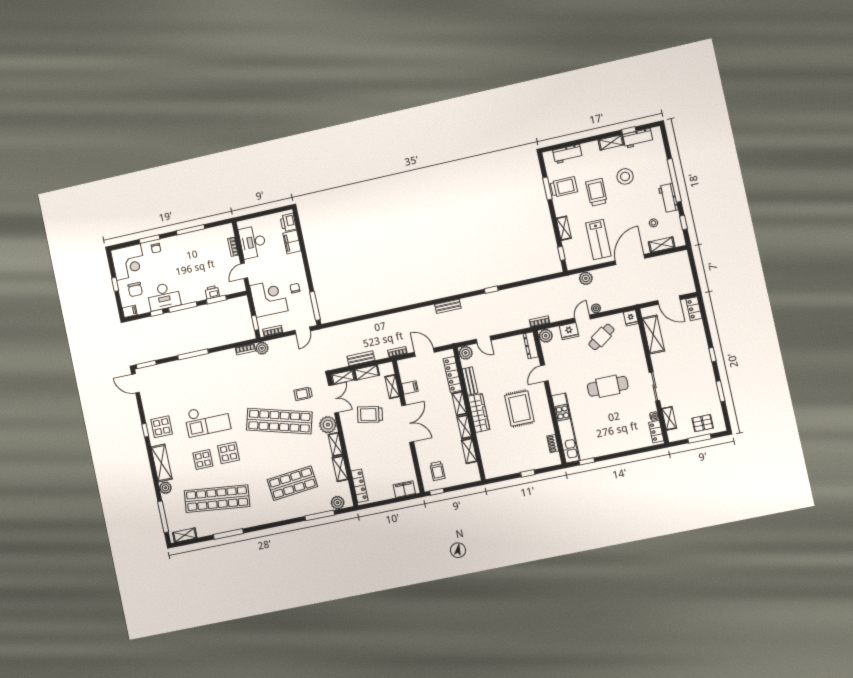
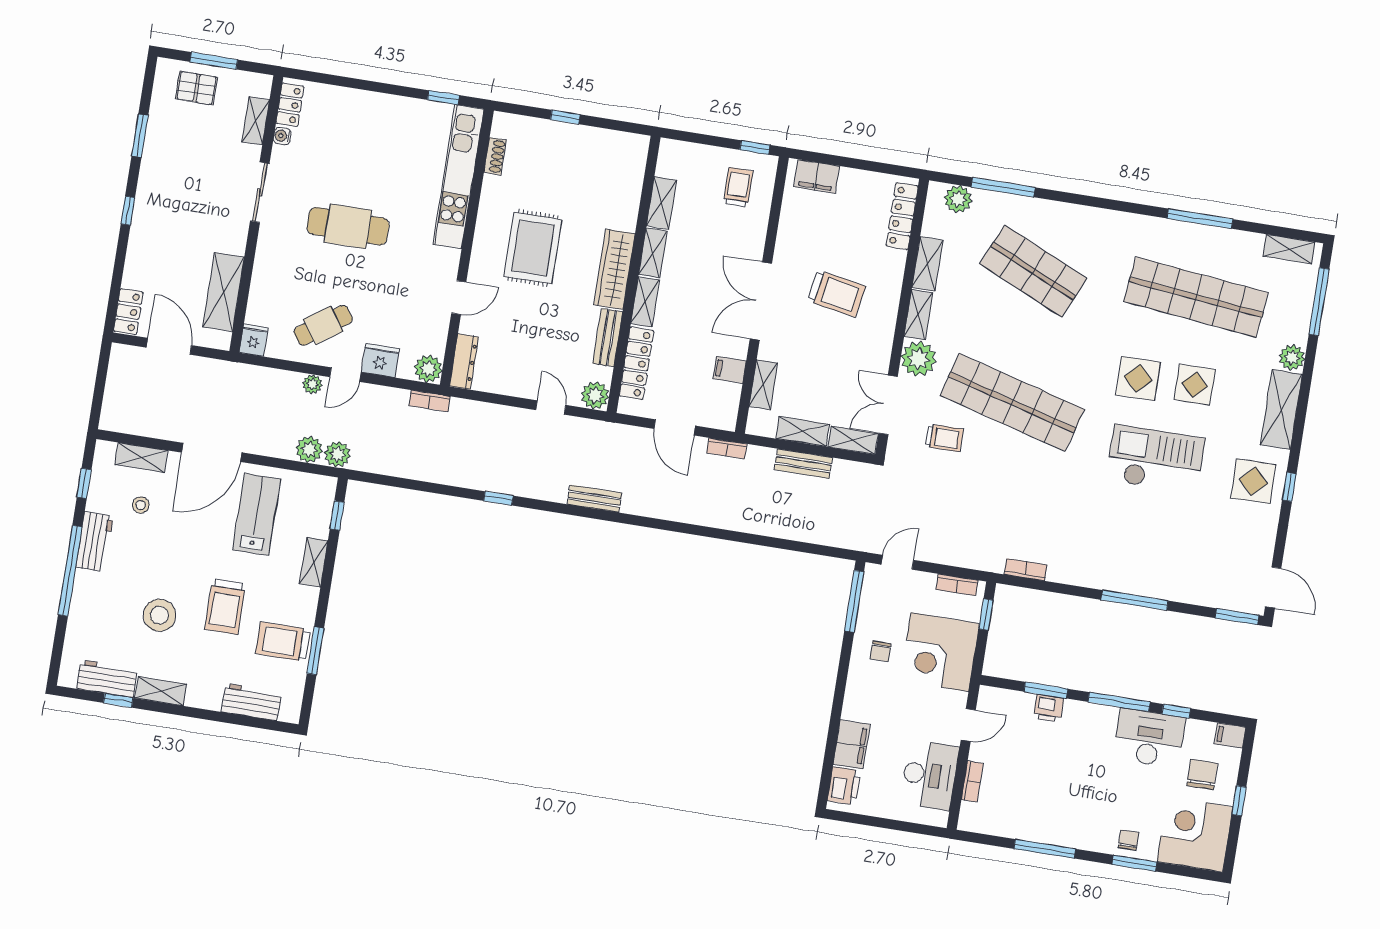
plant: (262, 348) -> (337, 454), moved
trolley: (370, 414) -> (836, 294), moved
shop shelf: (292, 483) -> (1033, 271), turned 30

